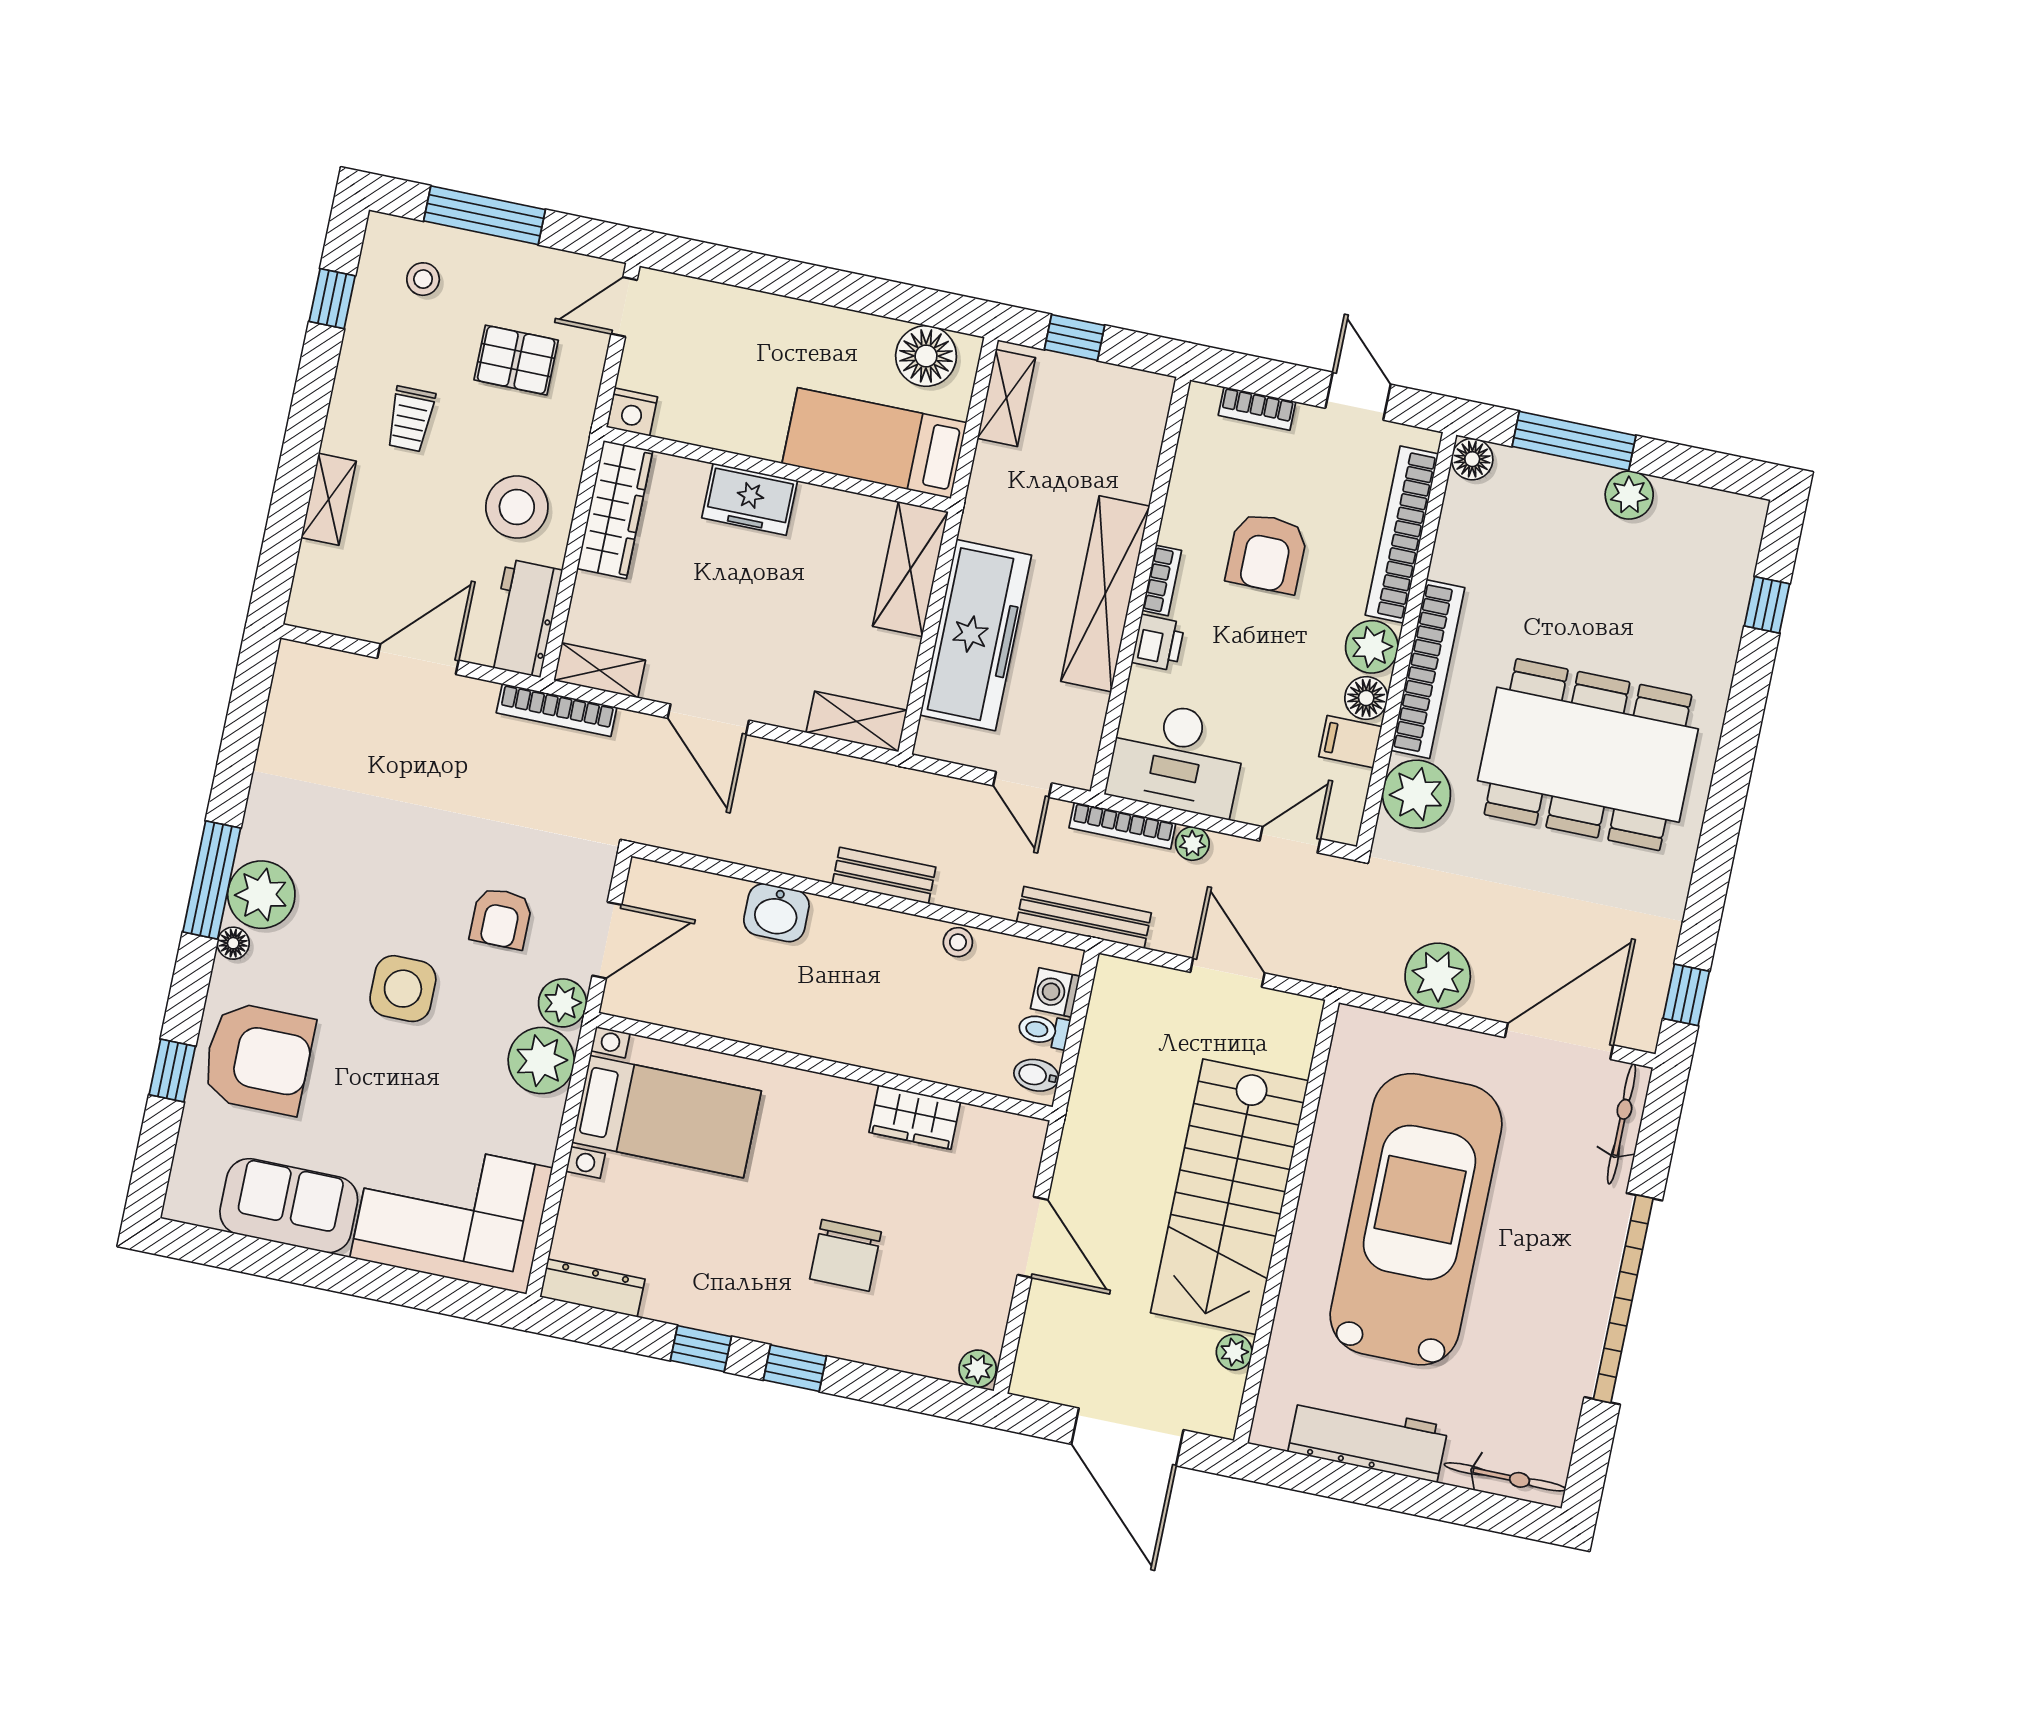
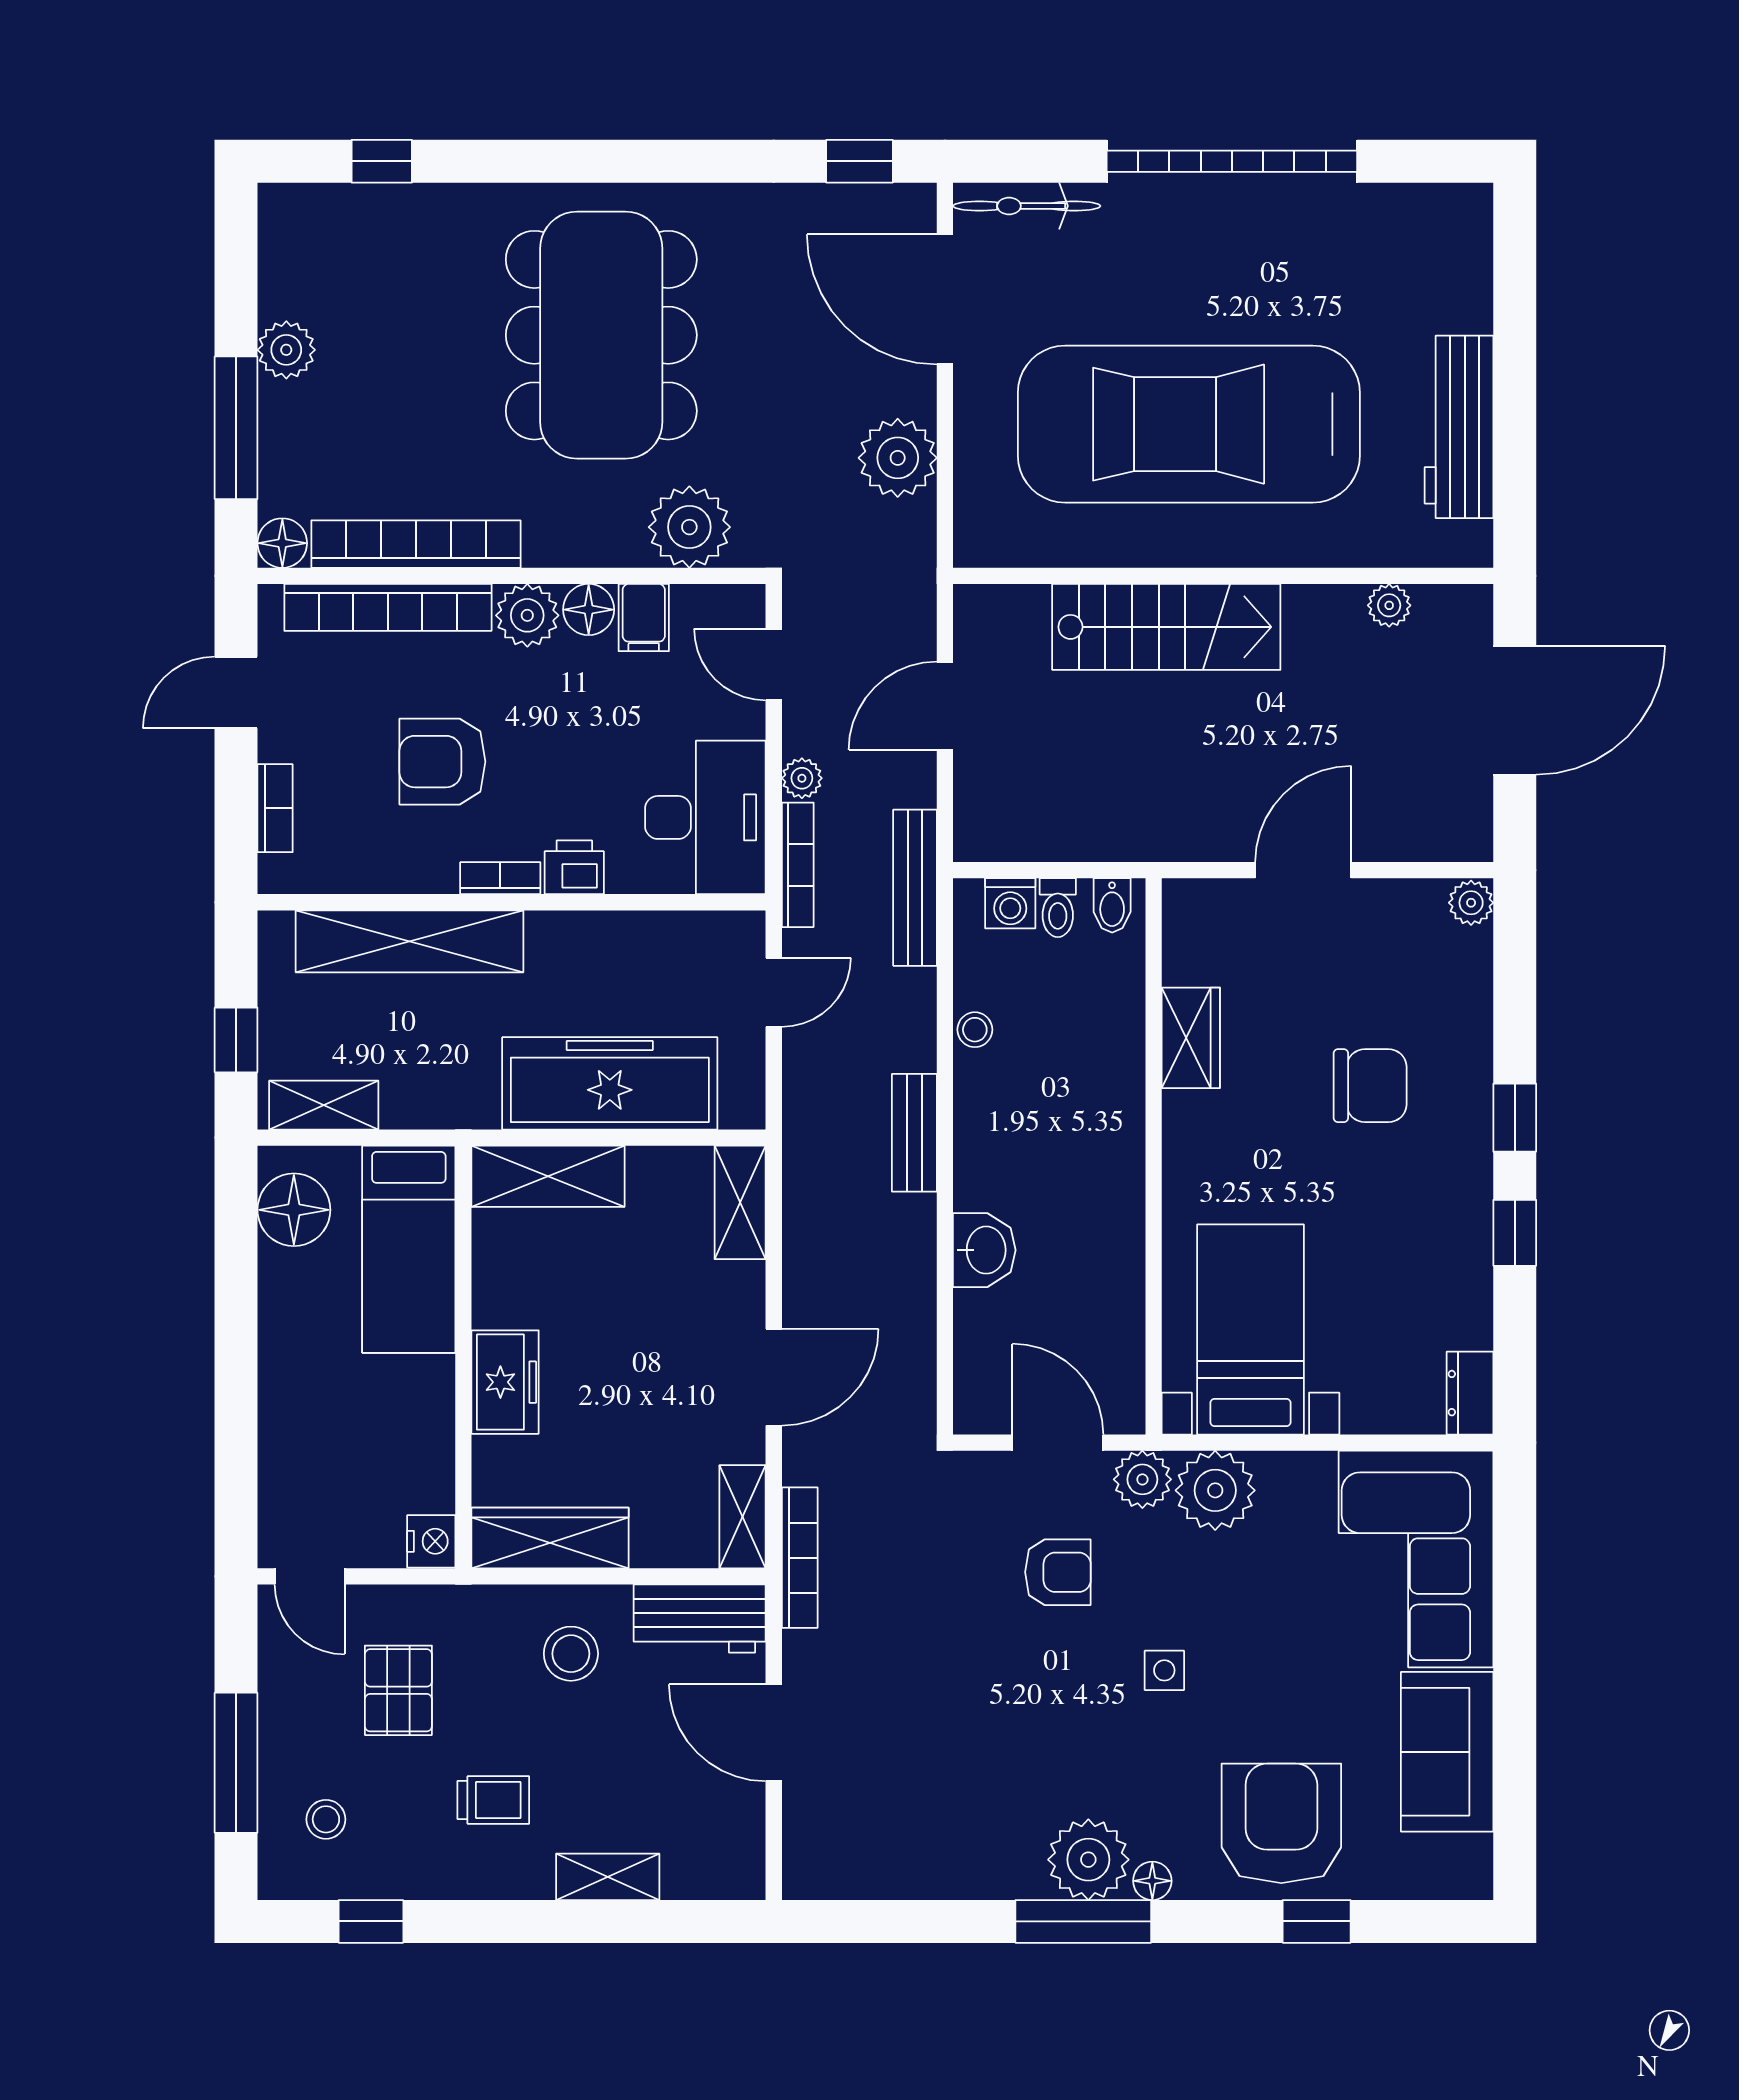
stool: (517, 507) -> (571, 1654), width x0.73, depth x0.73
armchair: (1267, 553) -> (442, 762), turned 180
shelving: (1105, 594) -> (410, 941), moved
bookcase: (1428, 669) -> (416, 544), moved
side table: (403, 989) -> (1164, 1670), width x0.54, depth x0.54
stairs: (1229, 1197) -> (1166, 627), width x0.73, depth x0.66
dresser: (592, 1288) -> (1470, 1393), width x0.70
bicycle: (1505, 1477) -> (1470, 257), removed

